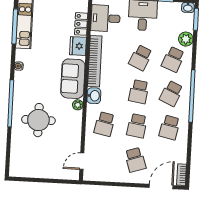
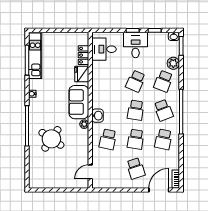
bookcase: (95, 61) -> (97, 86), removed
school desk: (171, 93) -> (163, 110), turned -45
round table: (38, 120) -> (51, 139), turned 34

